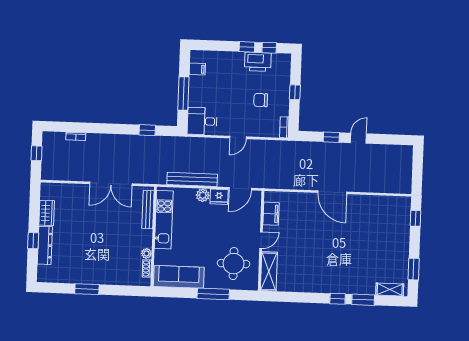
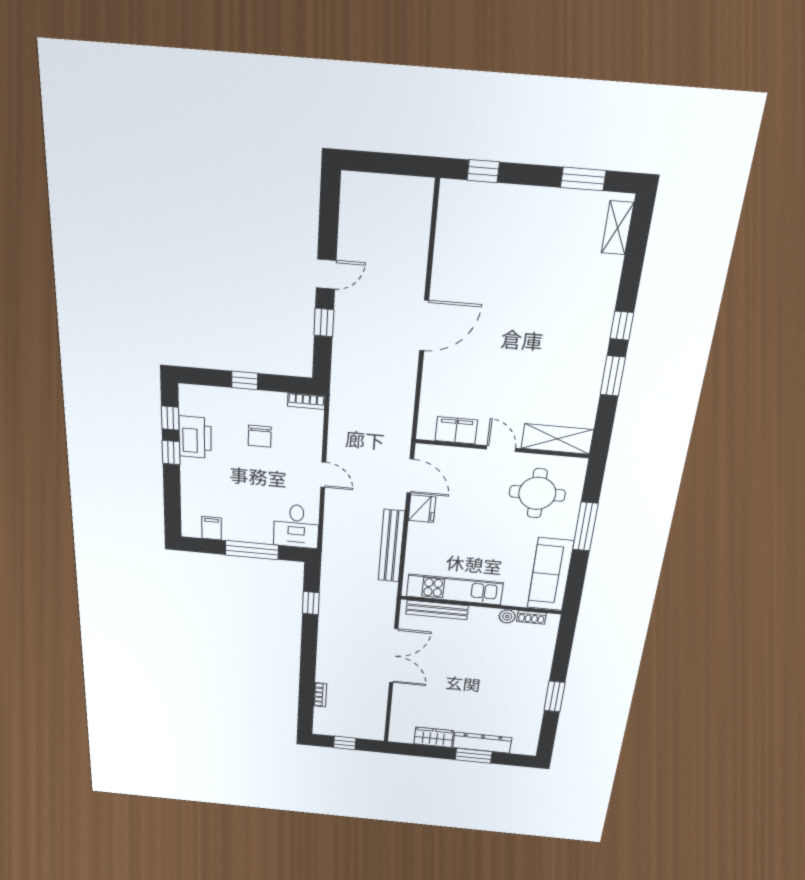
door: (358, 138) -> (326, 274), swing flipped
plant: (203, 195) -> (418, 532), removed
window: (33, 241) -> (474, 756), width x1.50
window: (363, 300) -> (613, 376), moved

